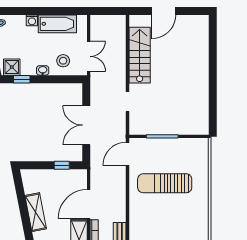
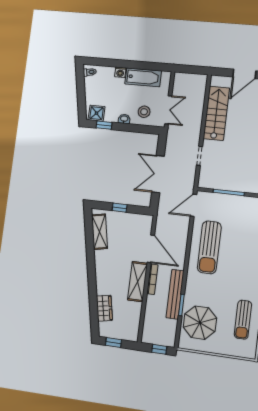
window: (62, 165) -> (120, 208), moved
sun lounger: (165, 183) -> (209, 247), moved, turned -90
door: (89, 204) -> (151, 249), swing flipped
shelving: (36, 212) -> (100, 232), moved

